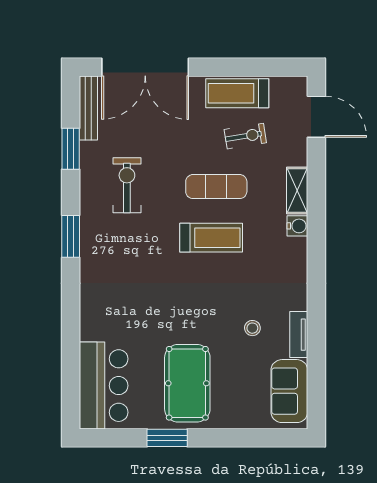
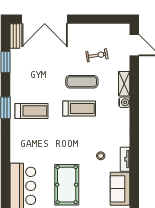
treadmill: (237, 93) -> (32, 111), moved, turned 180
bench: (88, 108) -> (15, 36), width x0.73
exercise bike: (127, 185) -> (35, 81), removed

